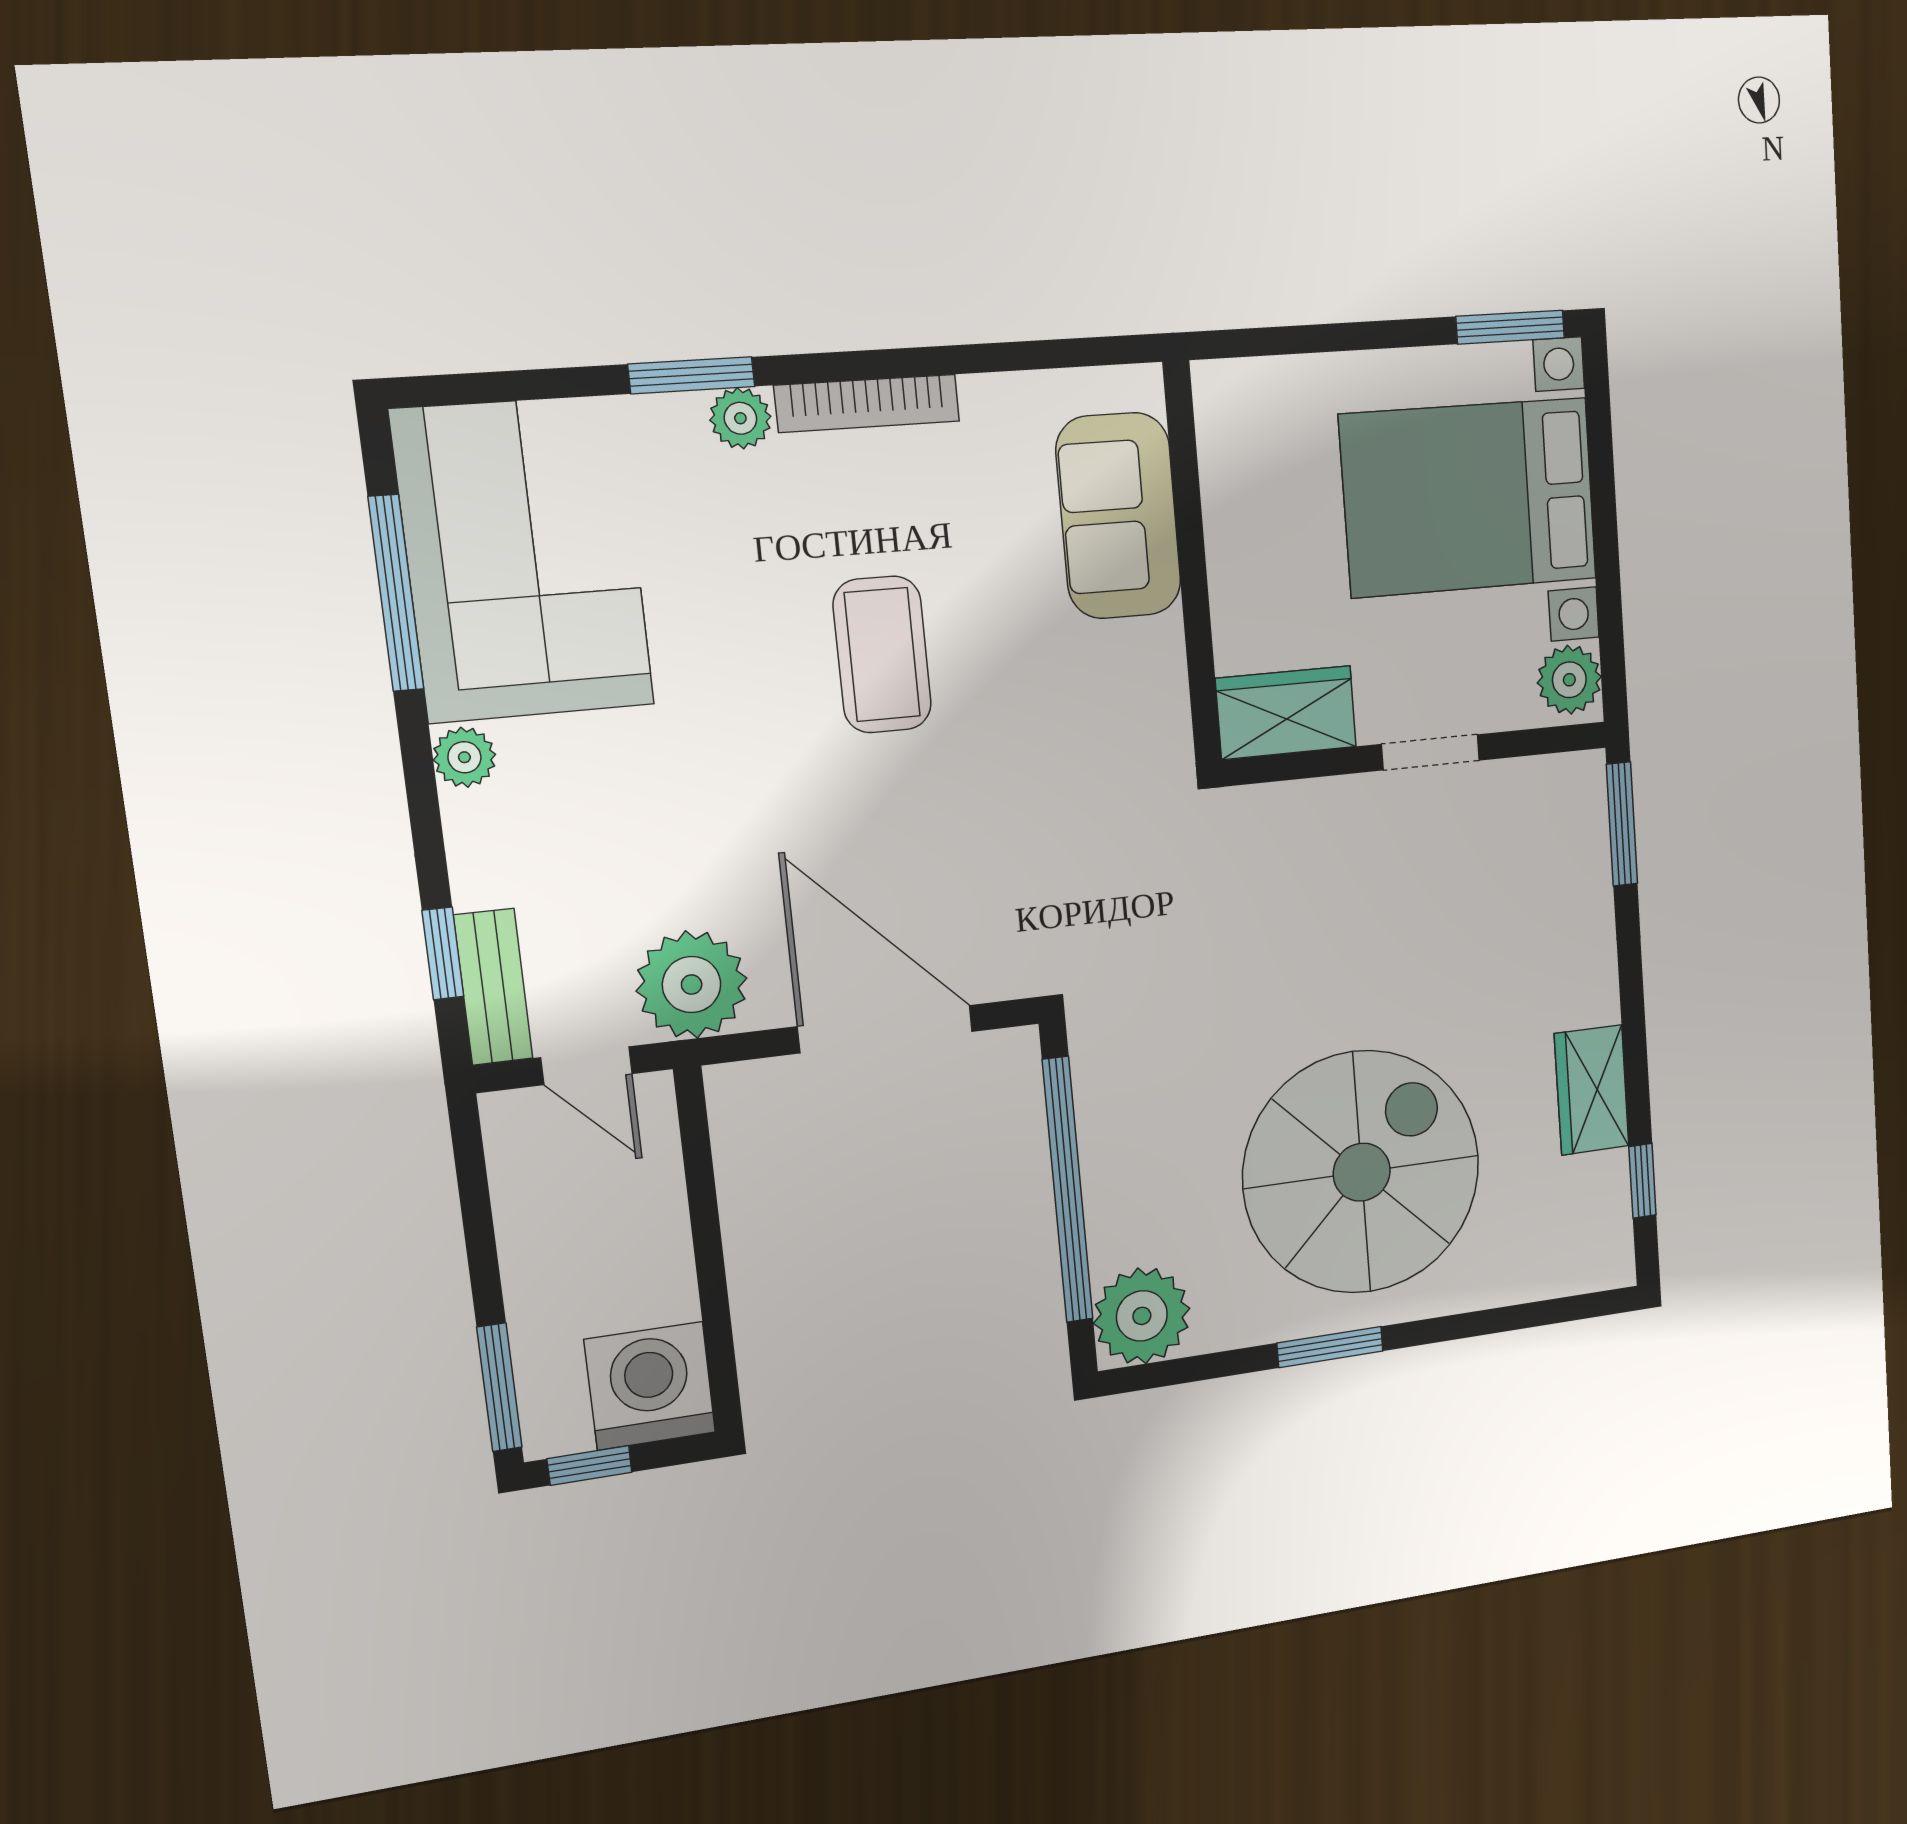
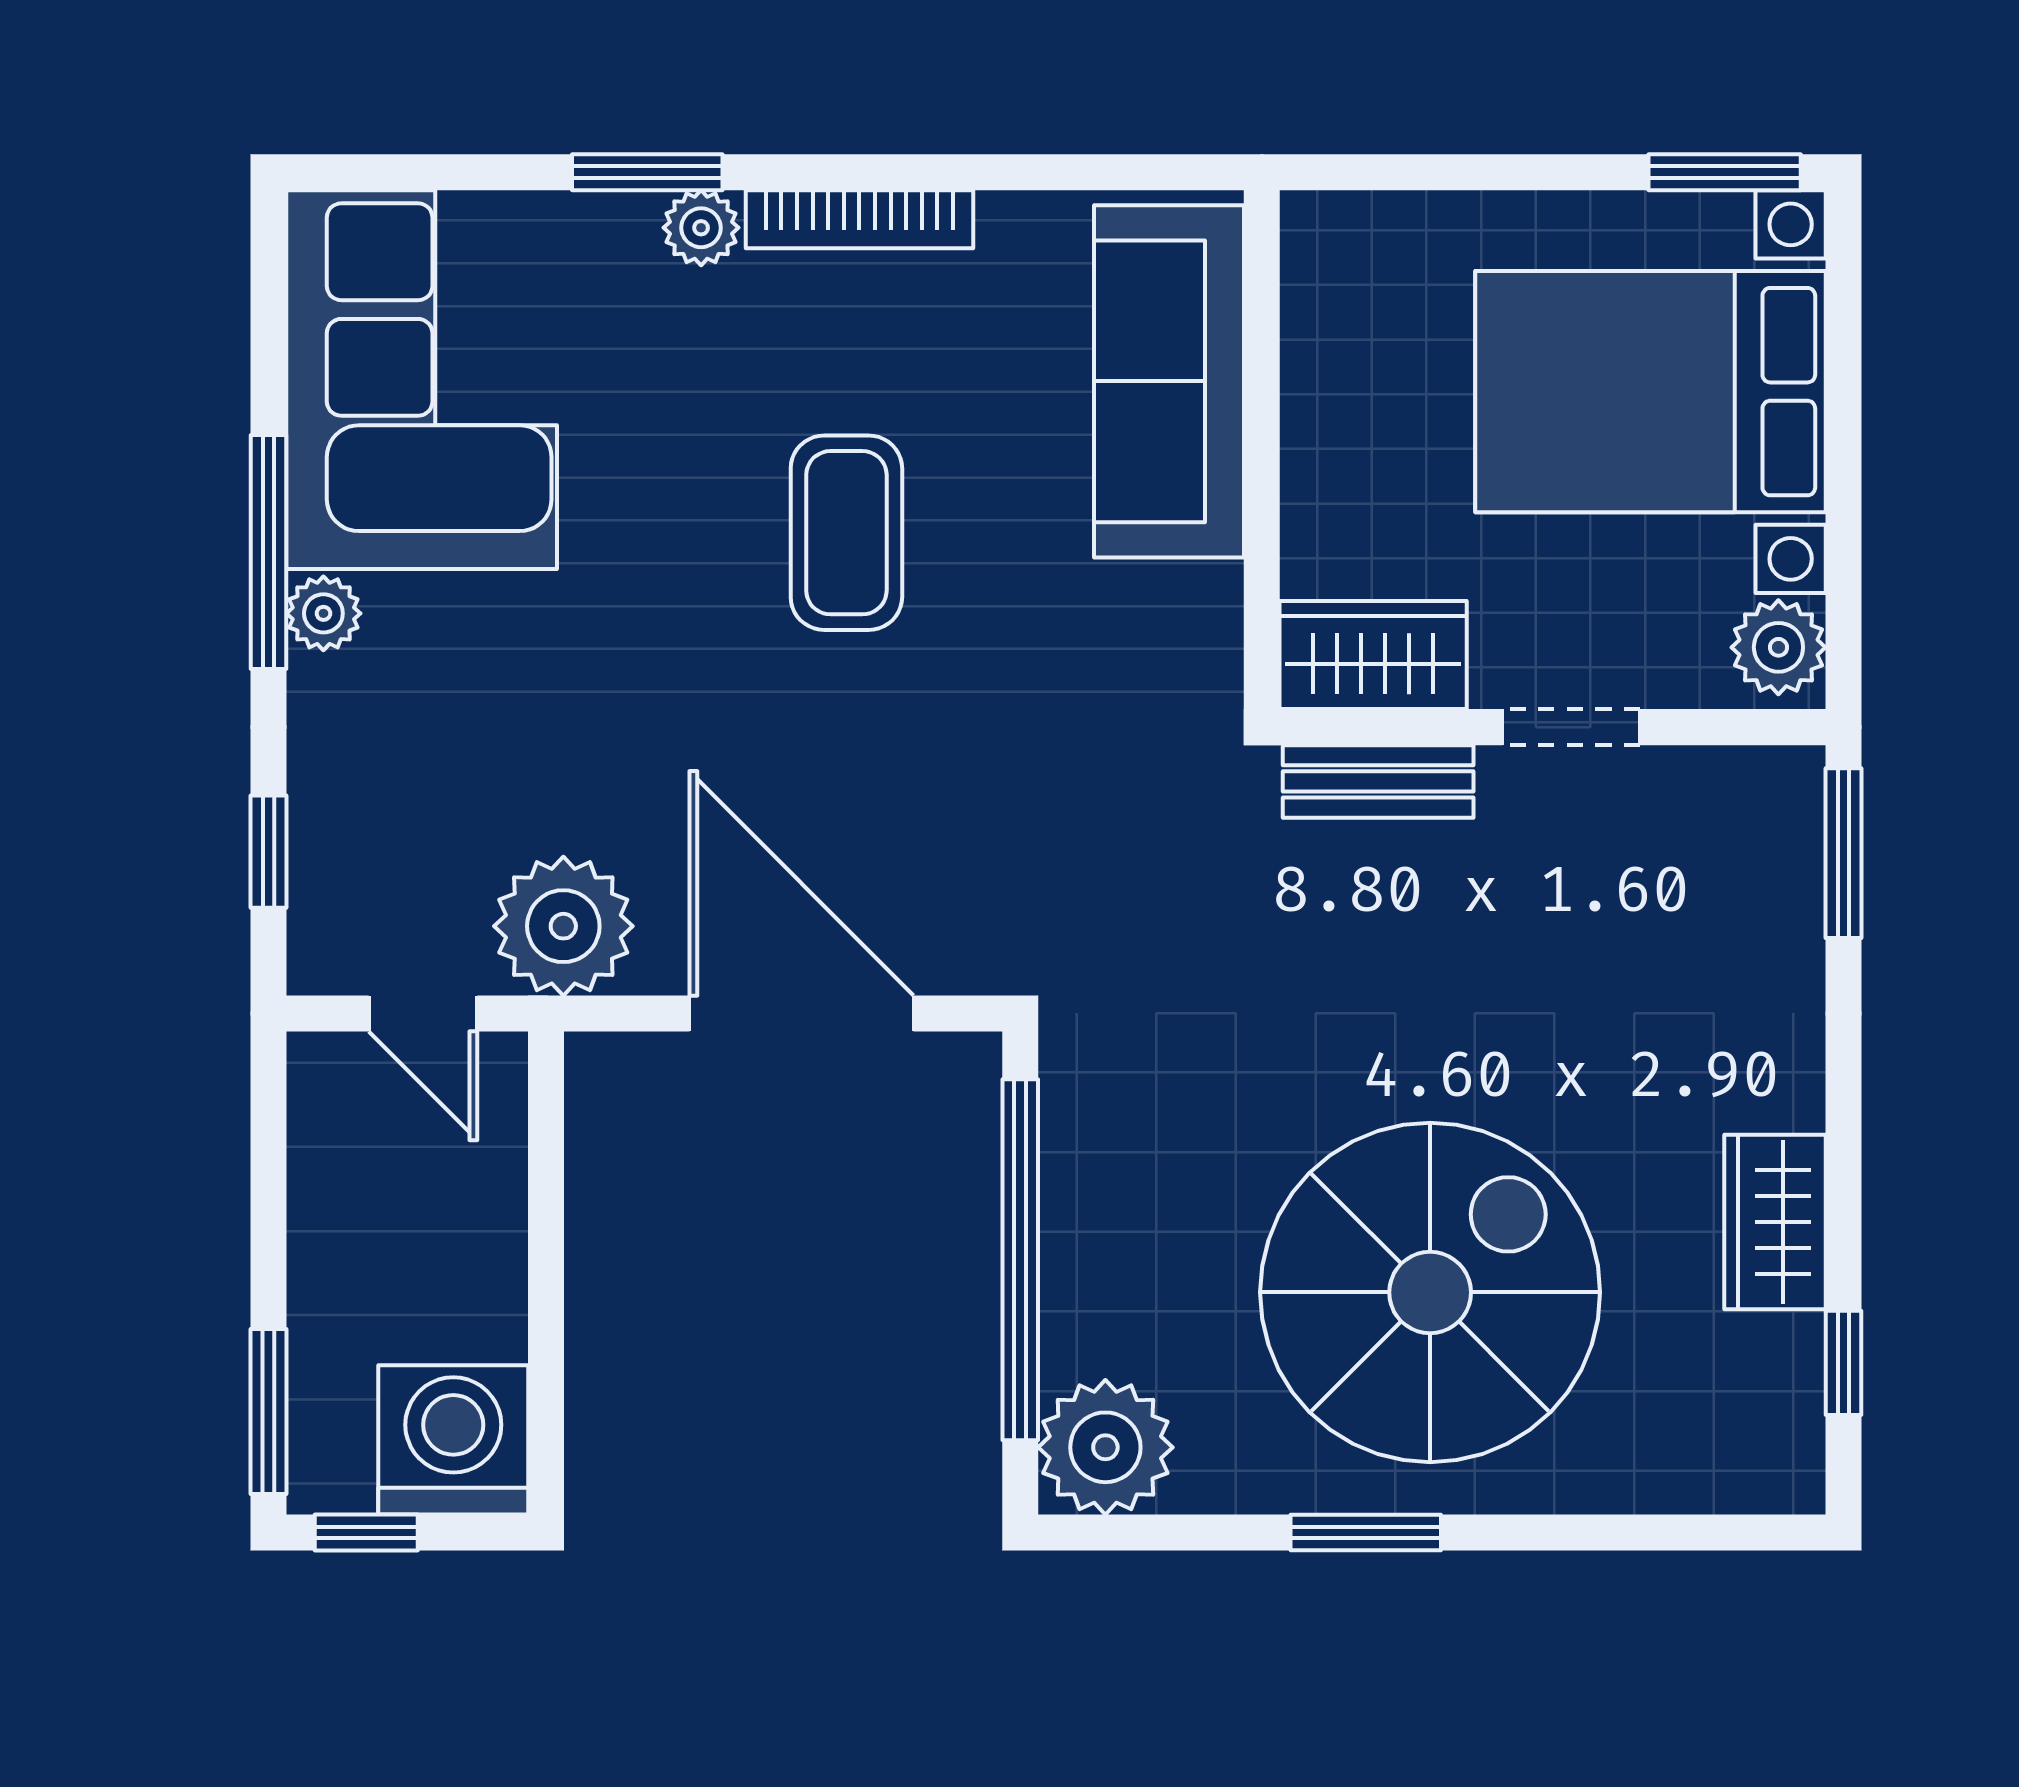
sofa: (1119, 516) -> (1169, 381), width x1.36
window: (396, 593) -> (268, 552), moved
bench: (493, 987) -> (1378, 781), moved, turned 90

